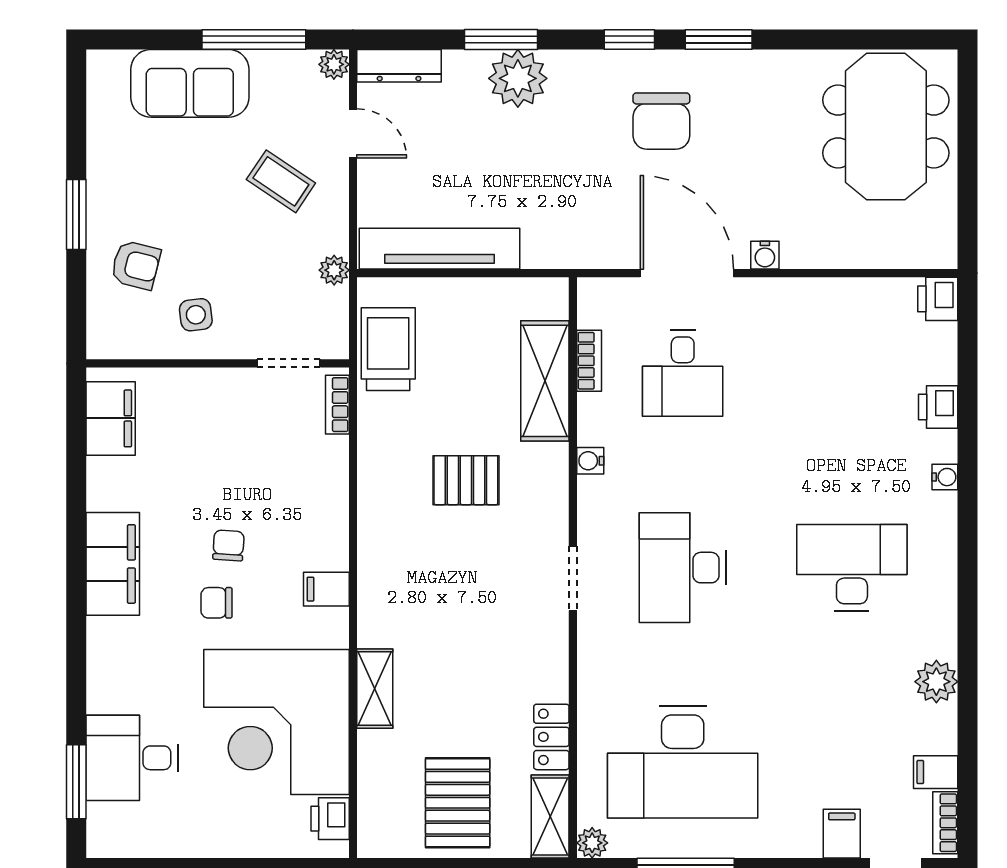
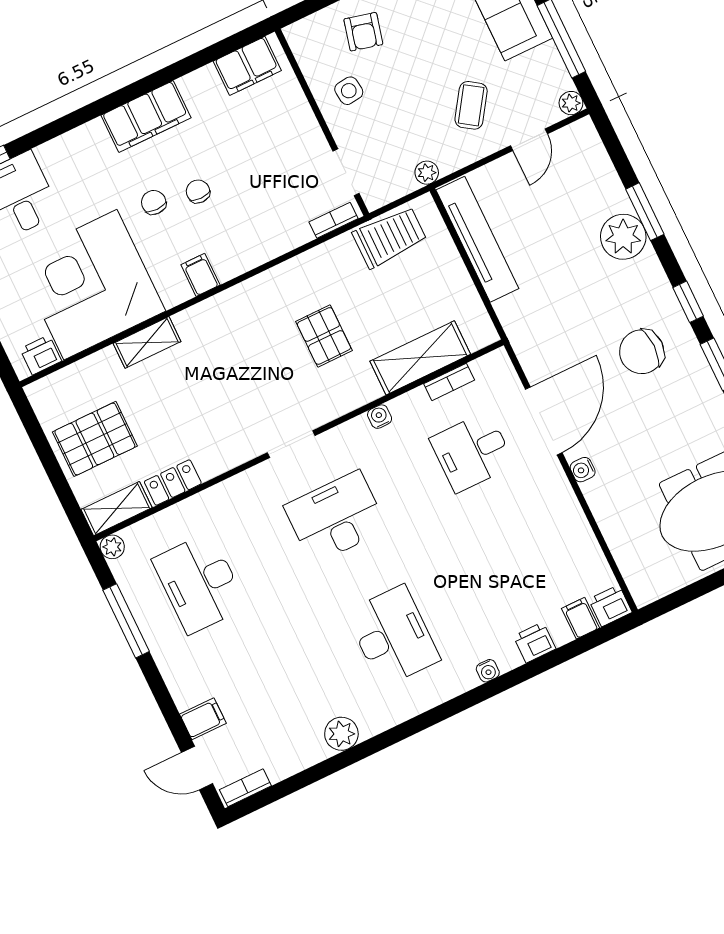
dresser: (399, 66) -> (592, 149), removed
chair: (228, 545) -> (198, 191), turned -94
desk: (683, 762) -> (199, 583), width x0.73, depth x0.77
filing cabinet: (936, 772) -> (580, 618), moved

